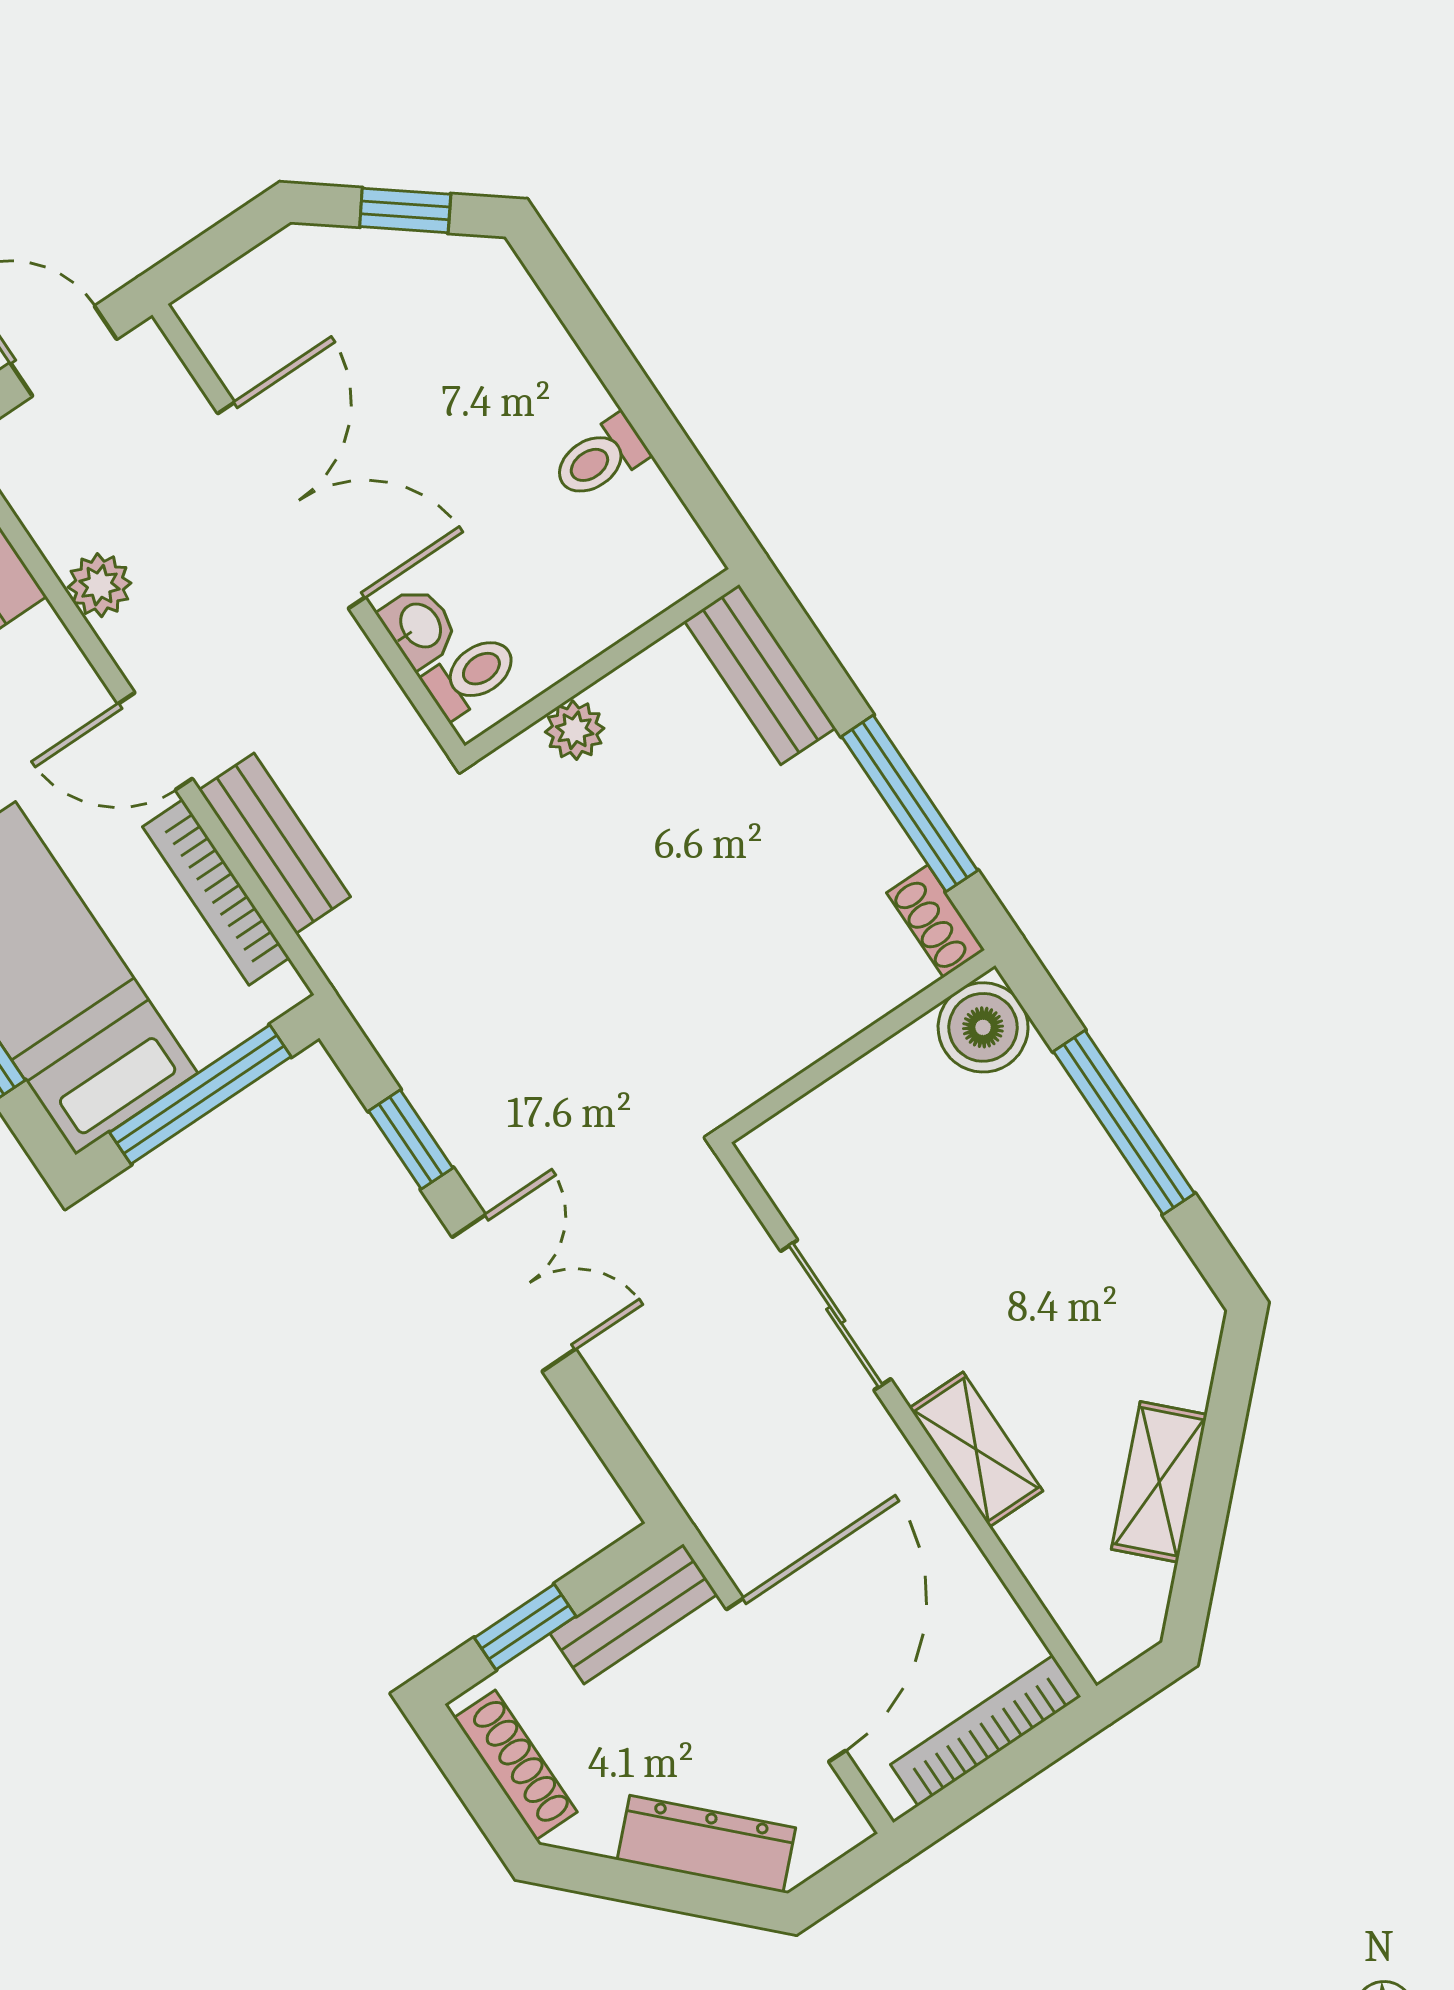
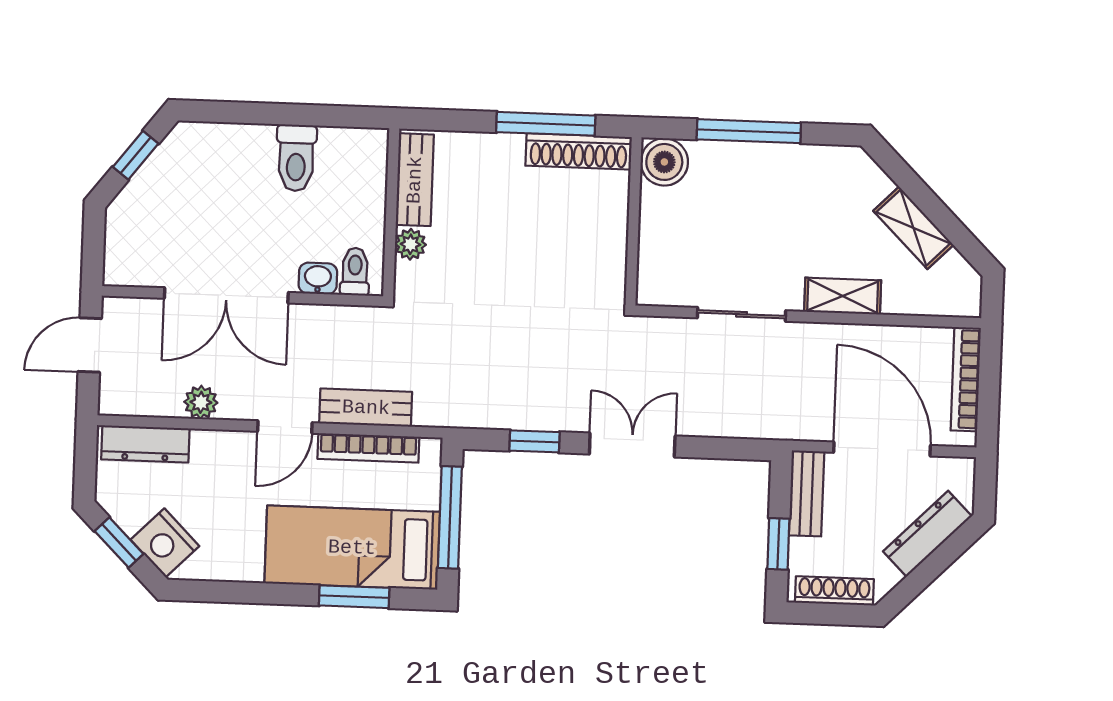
toilet: (600, 458) -> (296, 158), width x1.37, depth x1.39
double door: (292, 505) -> (226, 295), swing flipped
bench: (760, 674) -> (415, 180), moved, turned 90
shoe rack: (936, 921) -> (579, 151), width x1.94, depth x1.24

